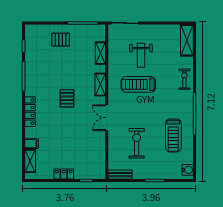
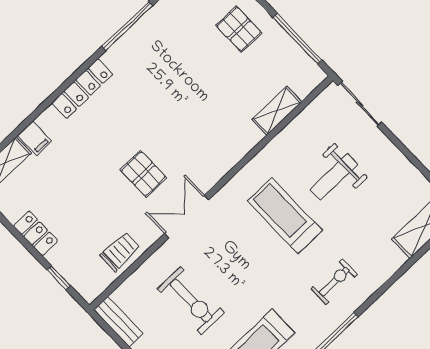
exercise bike: (184, 79) -> (334, 282), moved
shelving: (100, 85) -> (228, 157), removed
pallet: (67, 98) -> (143, 174), moved, turned 90
exercise bike: (137, 143) -> (191, 301), turned 90
trolley: (97, 151) -> (120, 252), added

